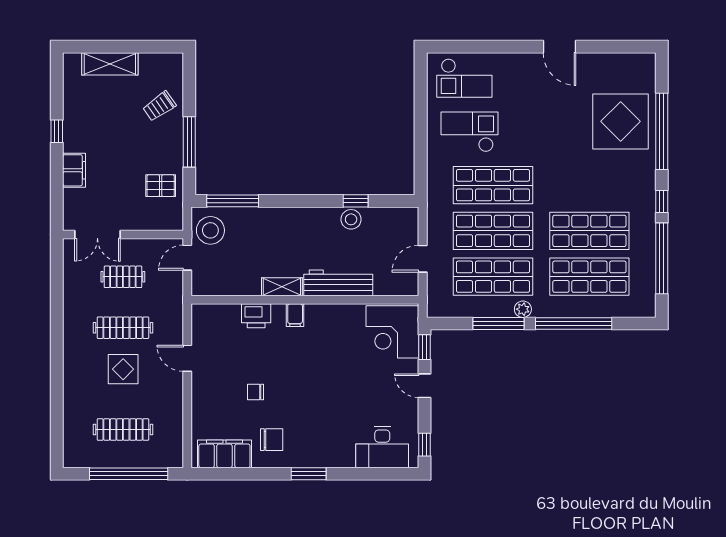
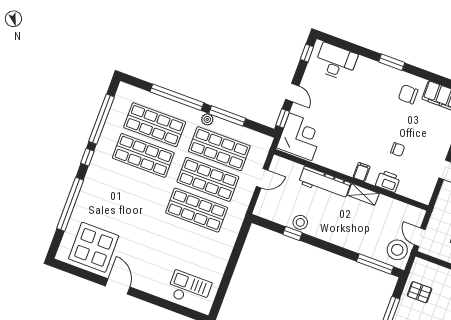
display table: (621, 121) -> (94, 247), moved
checkout: (469, 132) -> (199, 252), removed
door: (187, 258) -> (420, 237), swing flipped
chair: (255, 392) -> (398, 149), moved

